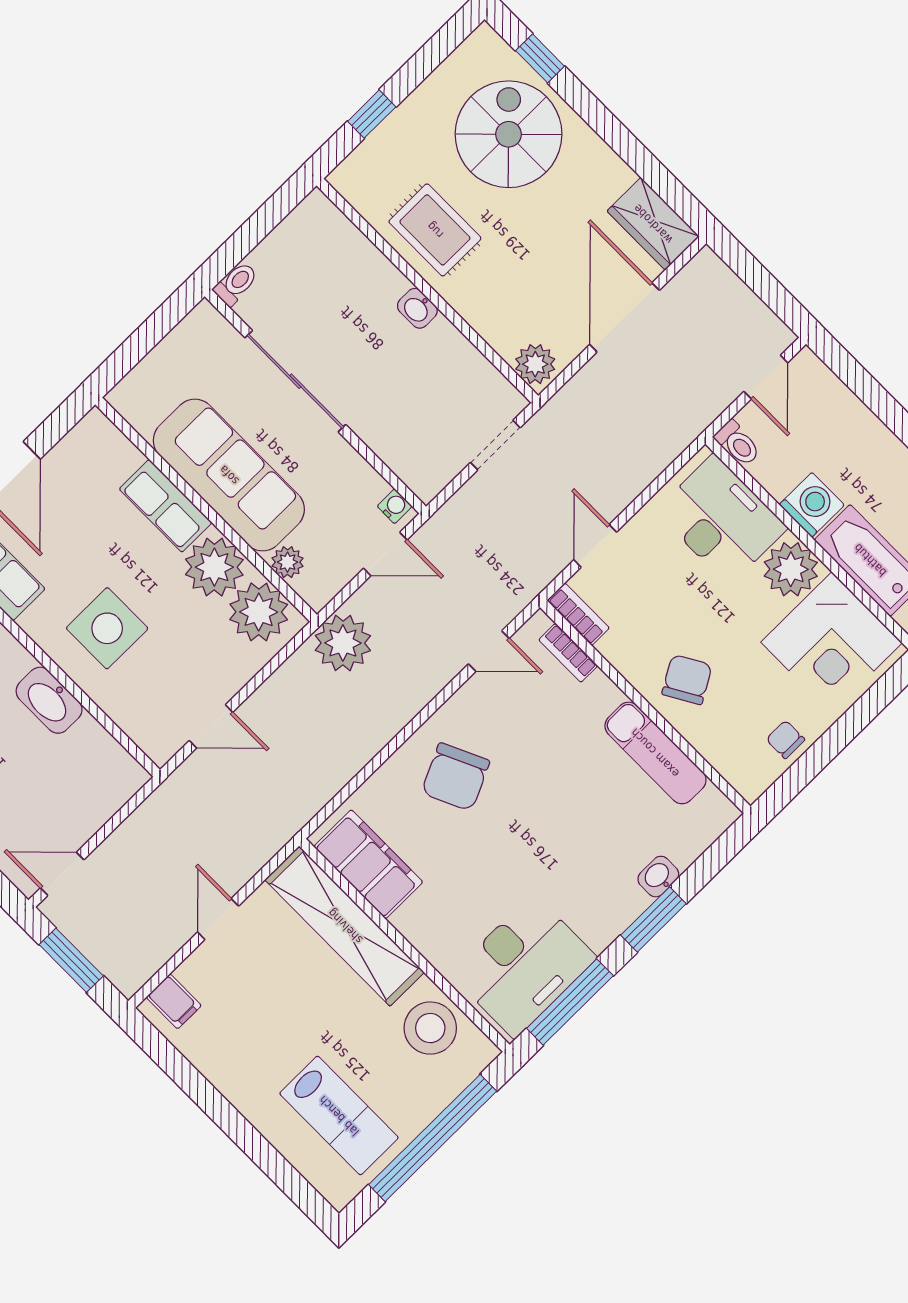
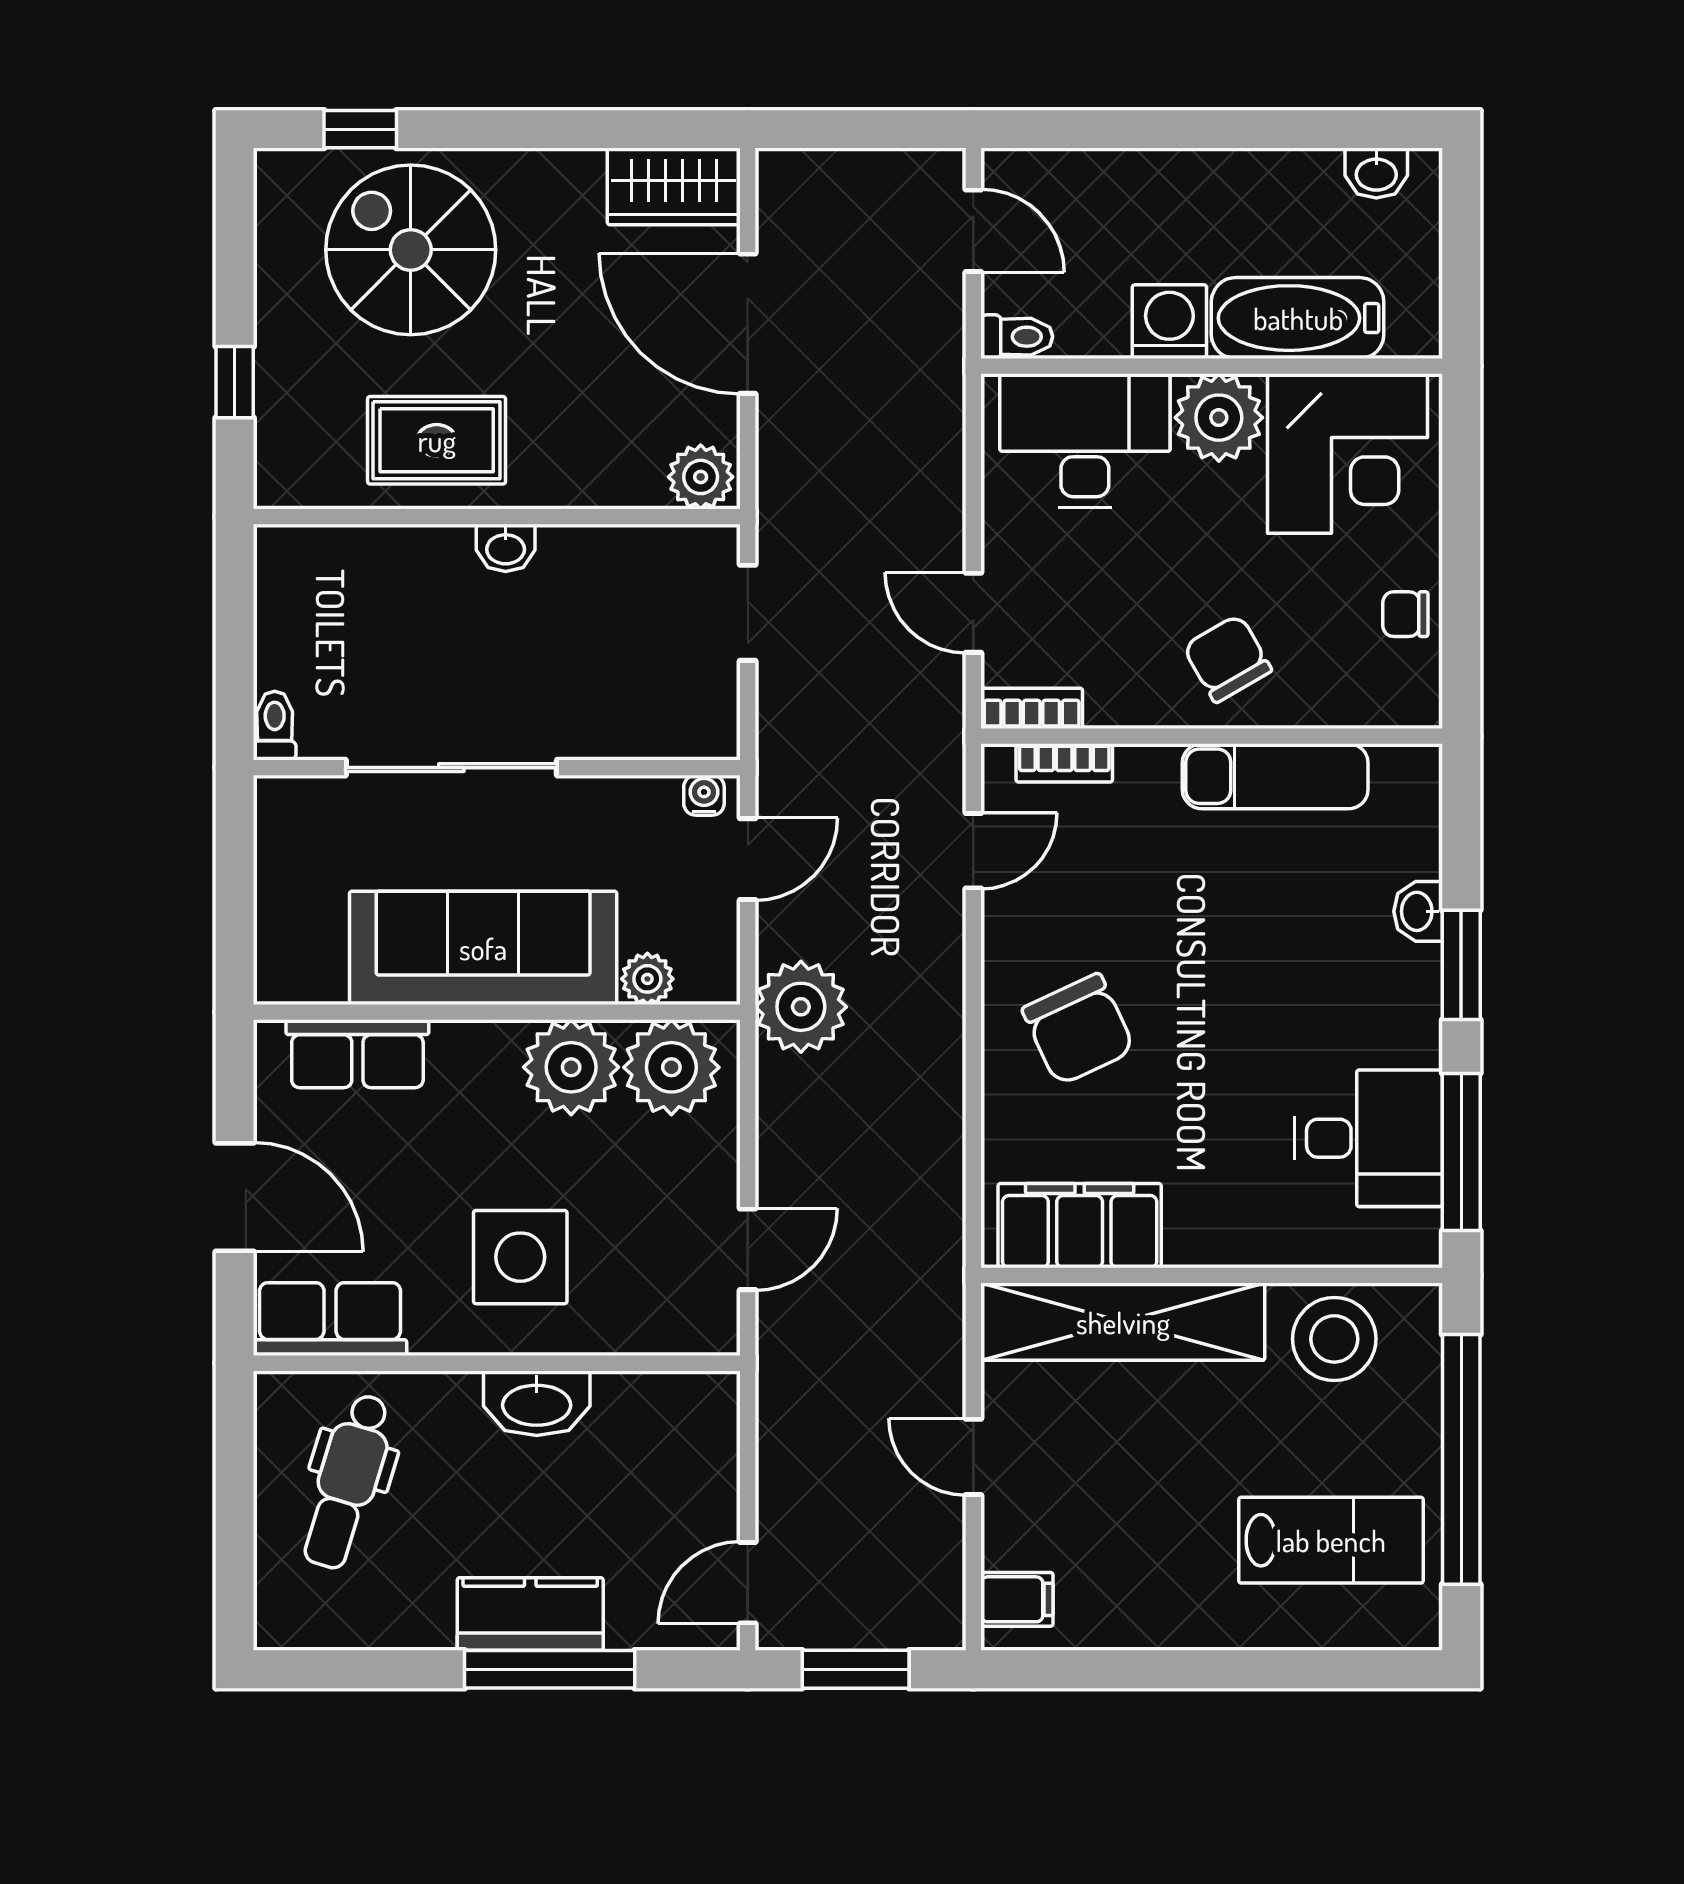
row of seats: (166, 506) -> (357, 1054), moved
desk: (524, 966) -> (1369, 1138), width x0.73

